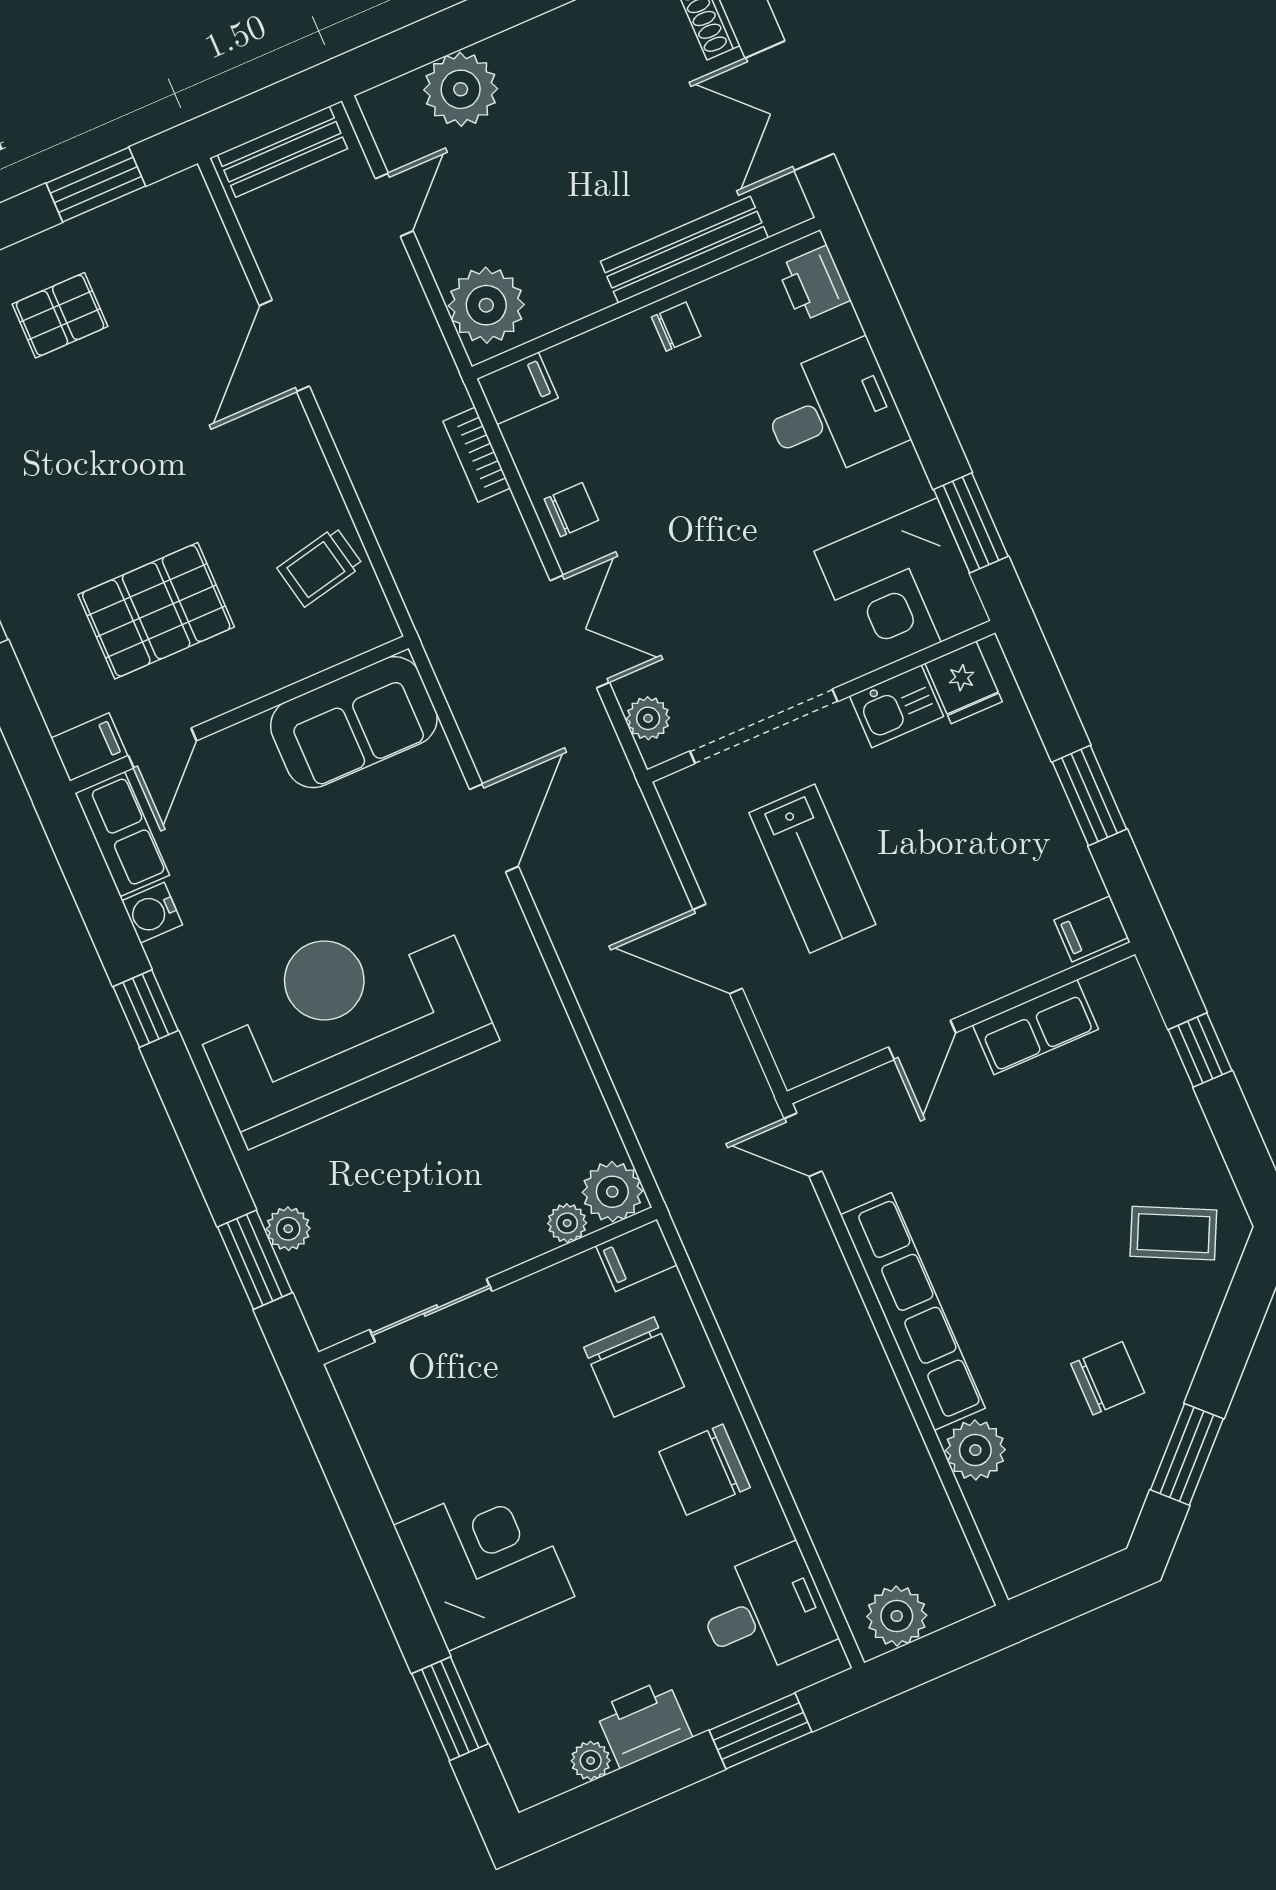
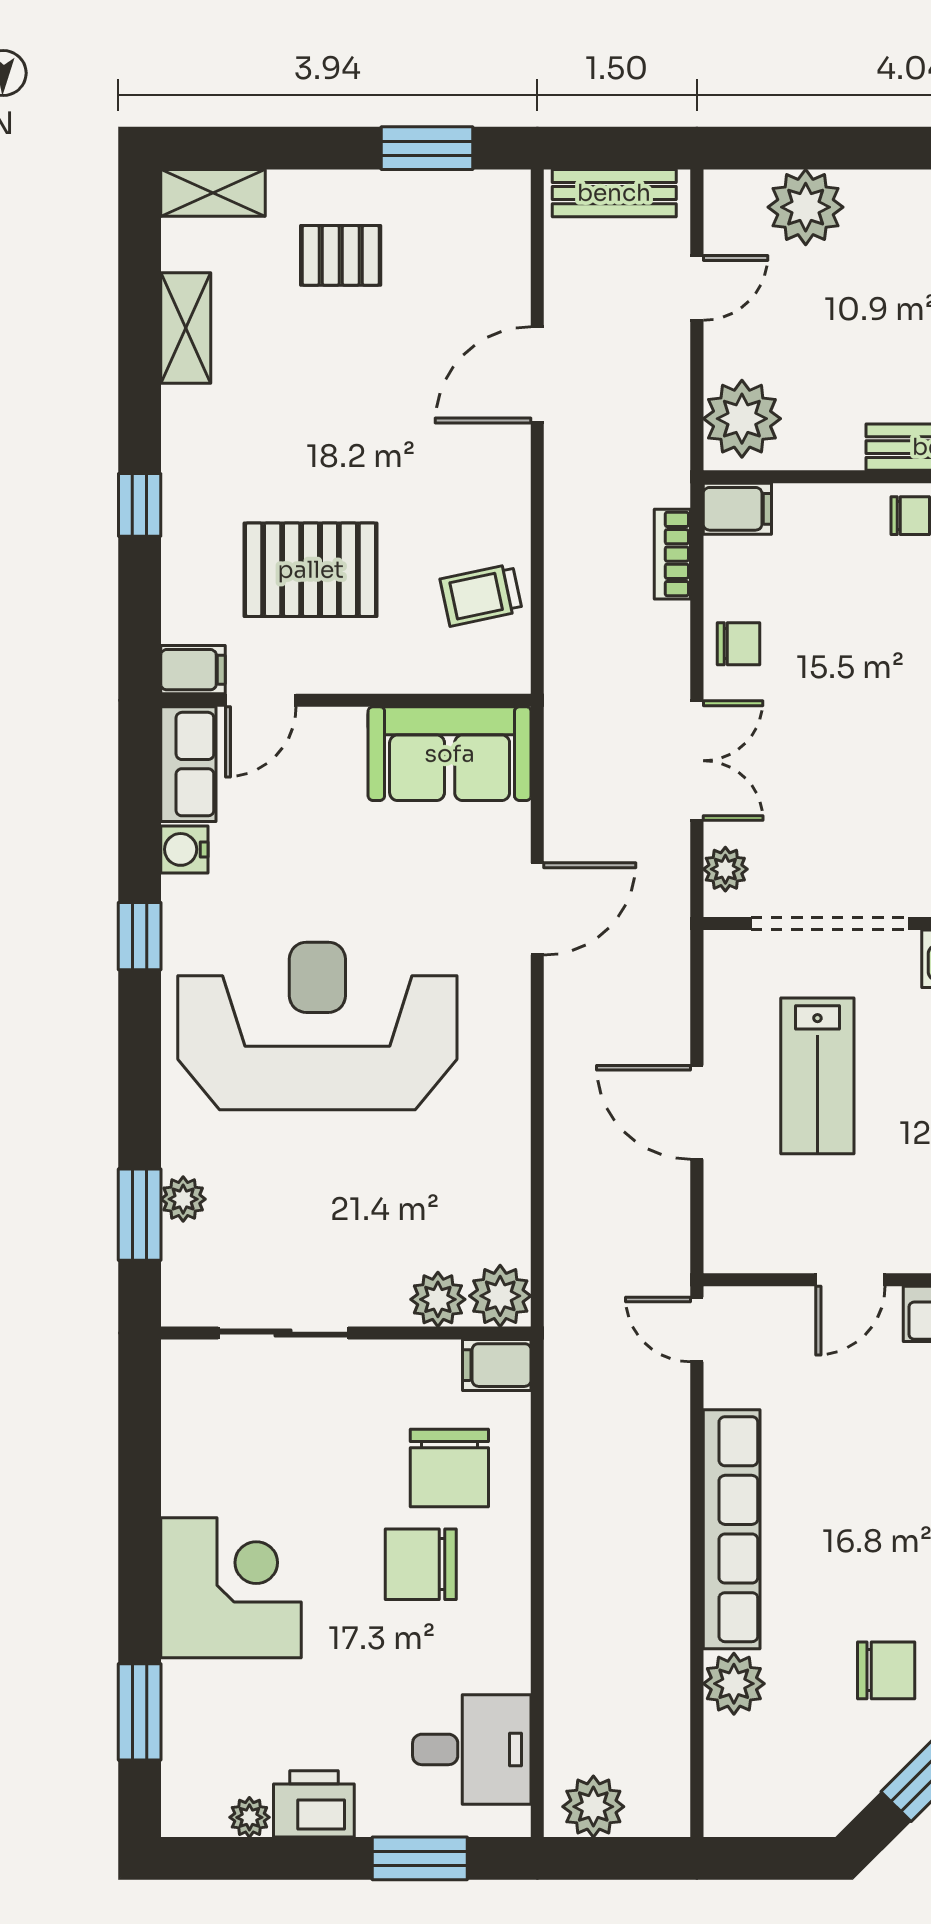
plant: (567, 1223) -> (438, 1299), width x1.38, depth x1.38
chair: (705, 1470) -> (421, 1564), moved

